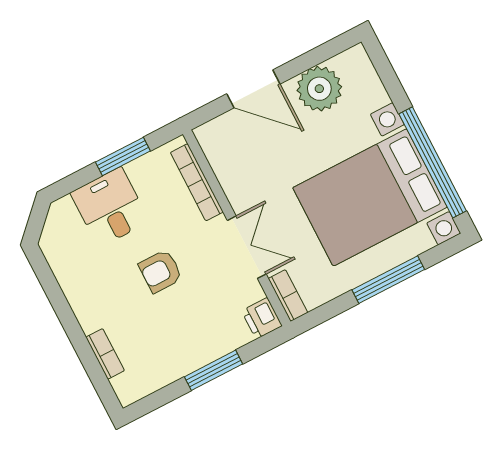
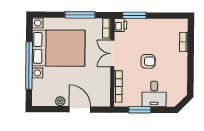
plant: (319, 89) -> (60, 101), width x0.53, depth x0.53
window: (433, 162) -> (29, 65), moved
window: (388, 280) -> (80, 15), moved
window: (214, 370) -> (134, 15), moved

